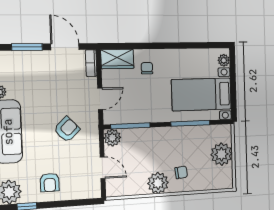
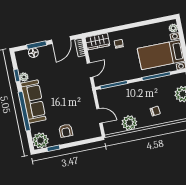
door: (65, 47) -> (61, 40), swing flipped
floor lamp: (20, 58) -> (33, 53), added
armchair: (67, 129) -> (71, 94), removed
plant: (112, 138) -> (103, 95), removed
plant: (158, 183) -> (129, 123), moved

